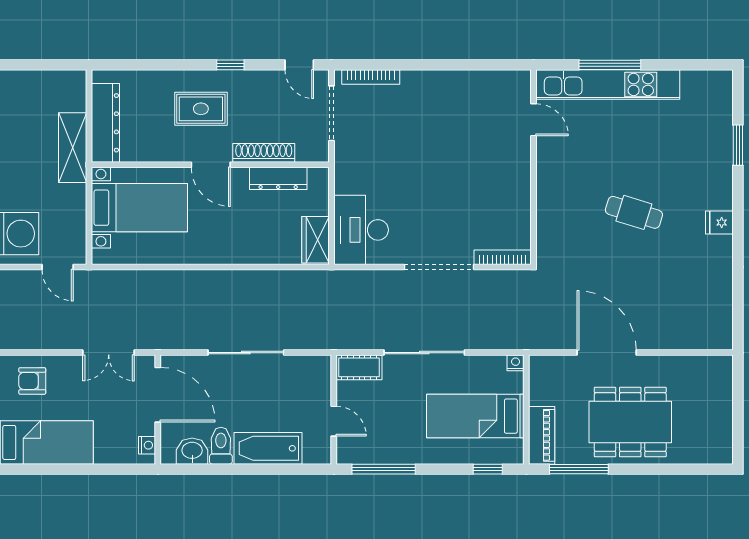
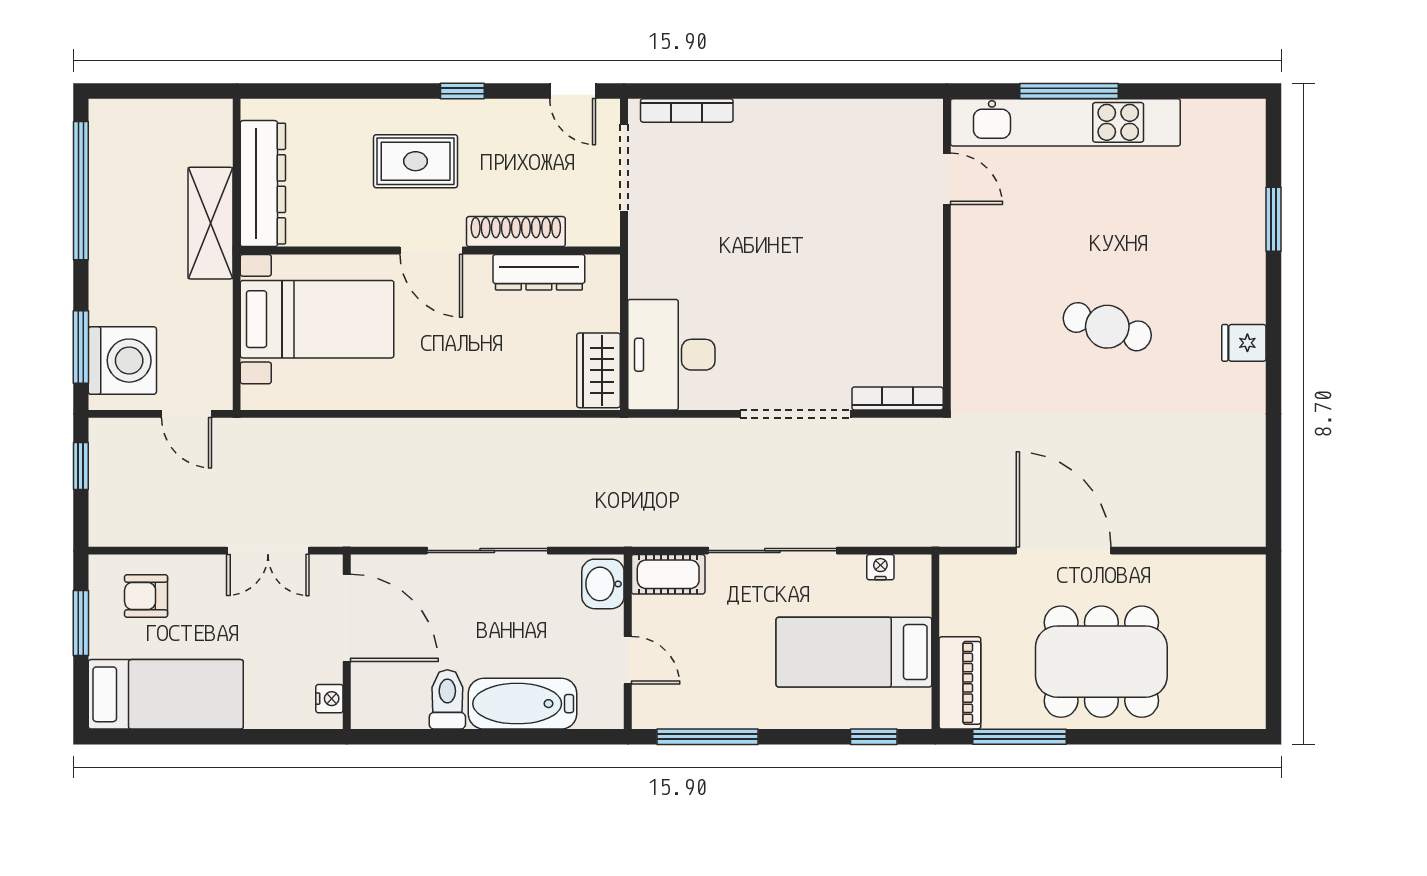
nightstand: (516, 363) -> (880, 567), moved
washbasin: (192, 451) -> (603, 584), moved, turned -90

